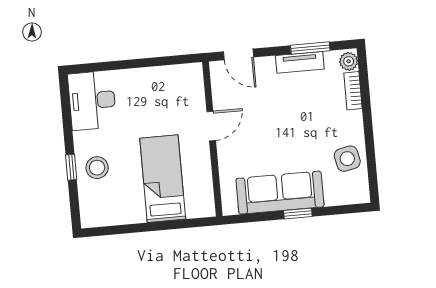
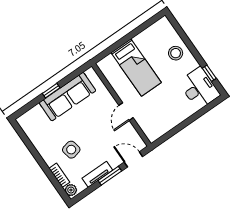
window: (310, 48) -> (110, 176), moved
side table: (347, 159) -> (71, 150), moved
window: (71, 167) -> (209, 73), moved

